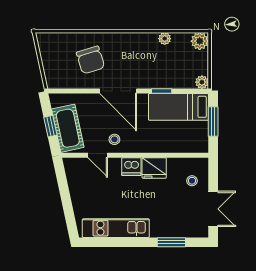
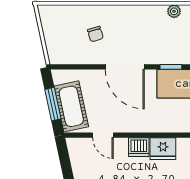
chair: (90, 60) -> (95, 34), width x0.54, depth x0.54
window: (50, 126) -> (53, 104), width x1.50
stool: (114, 139) -> (121, 118), removed

